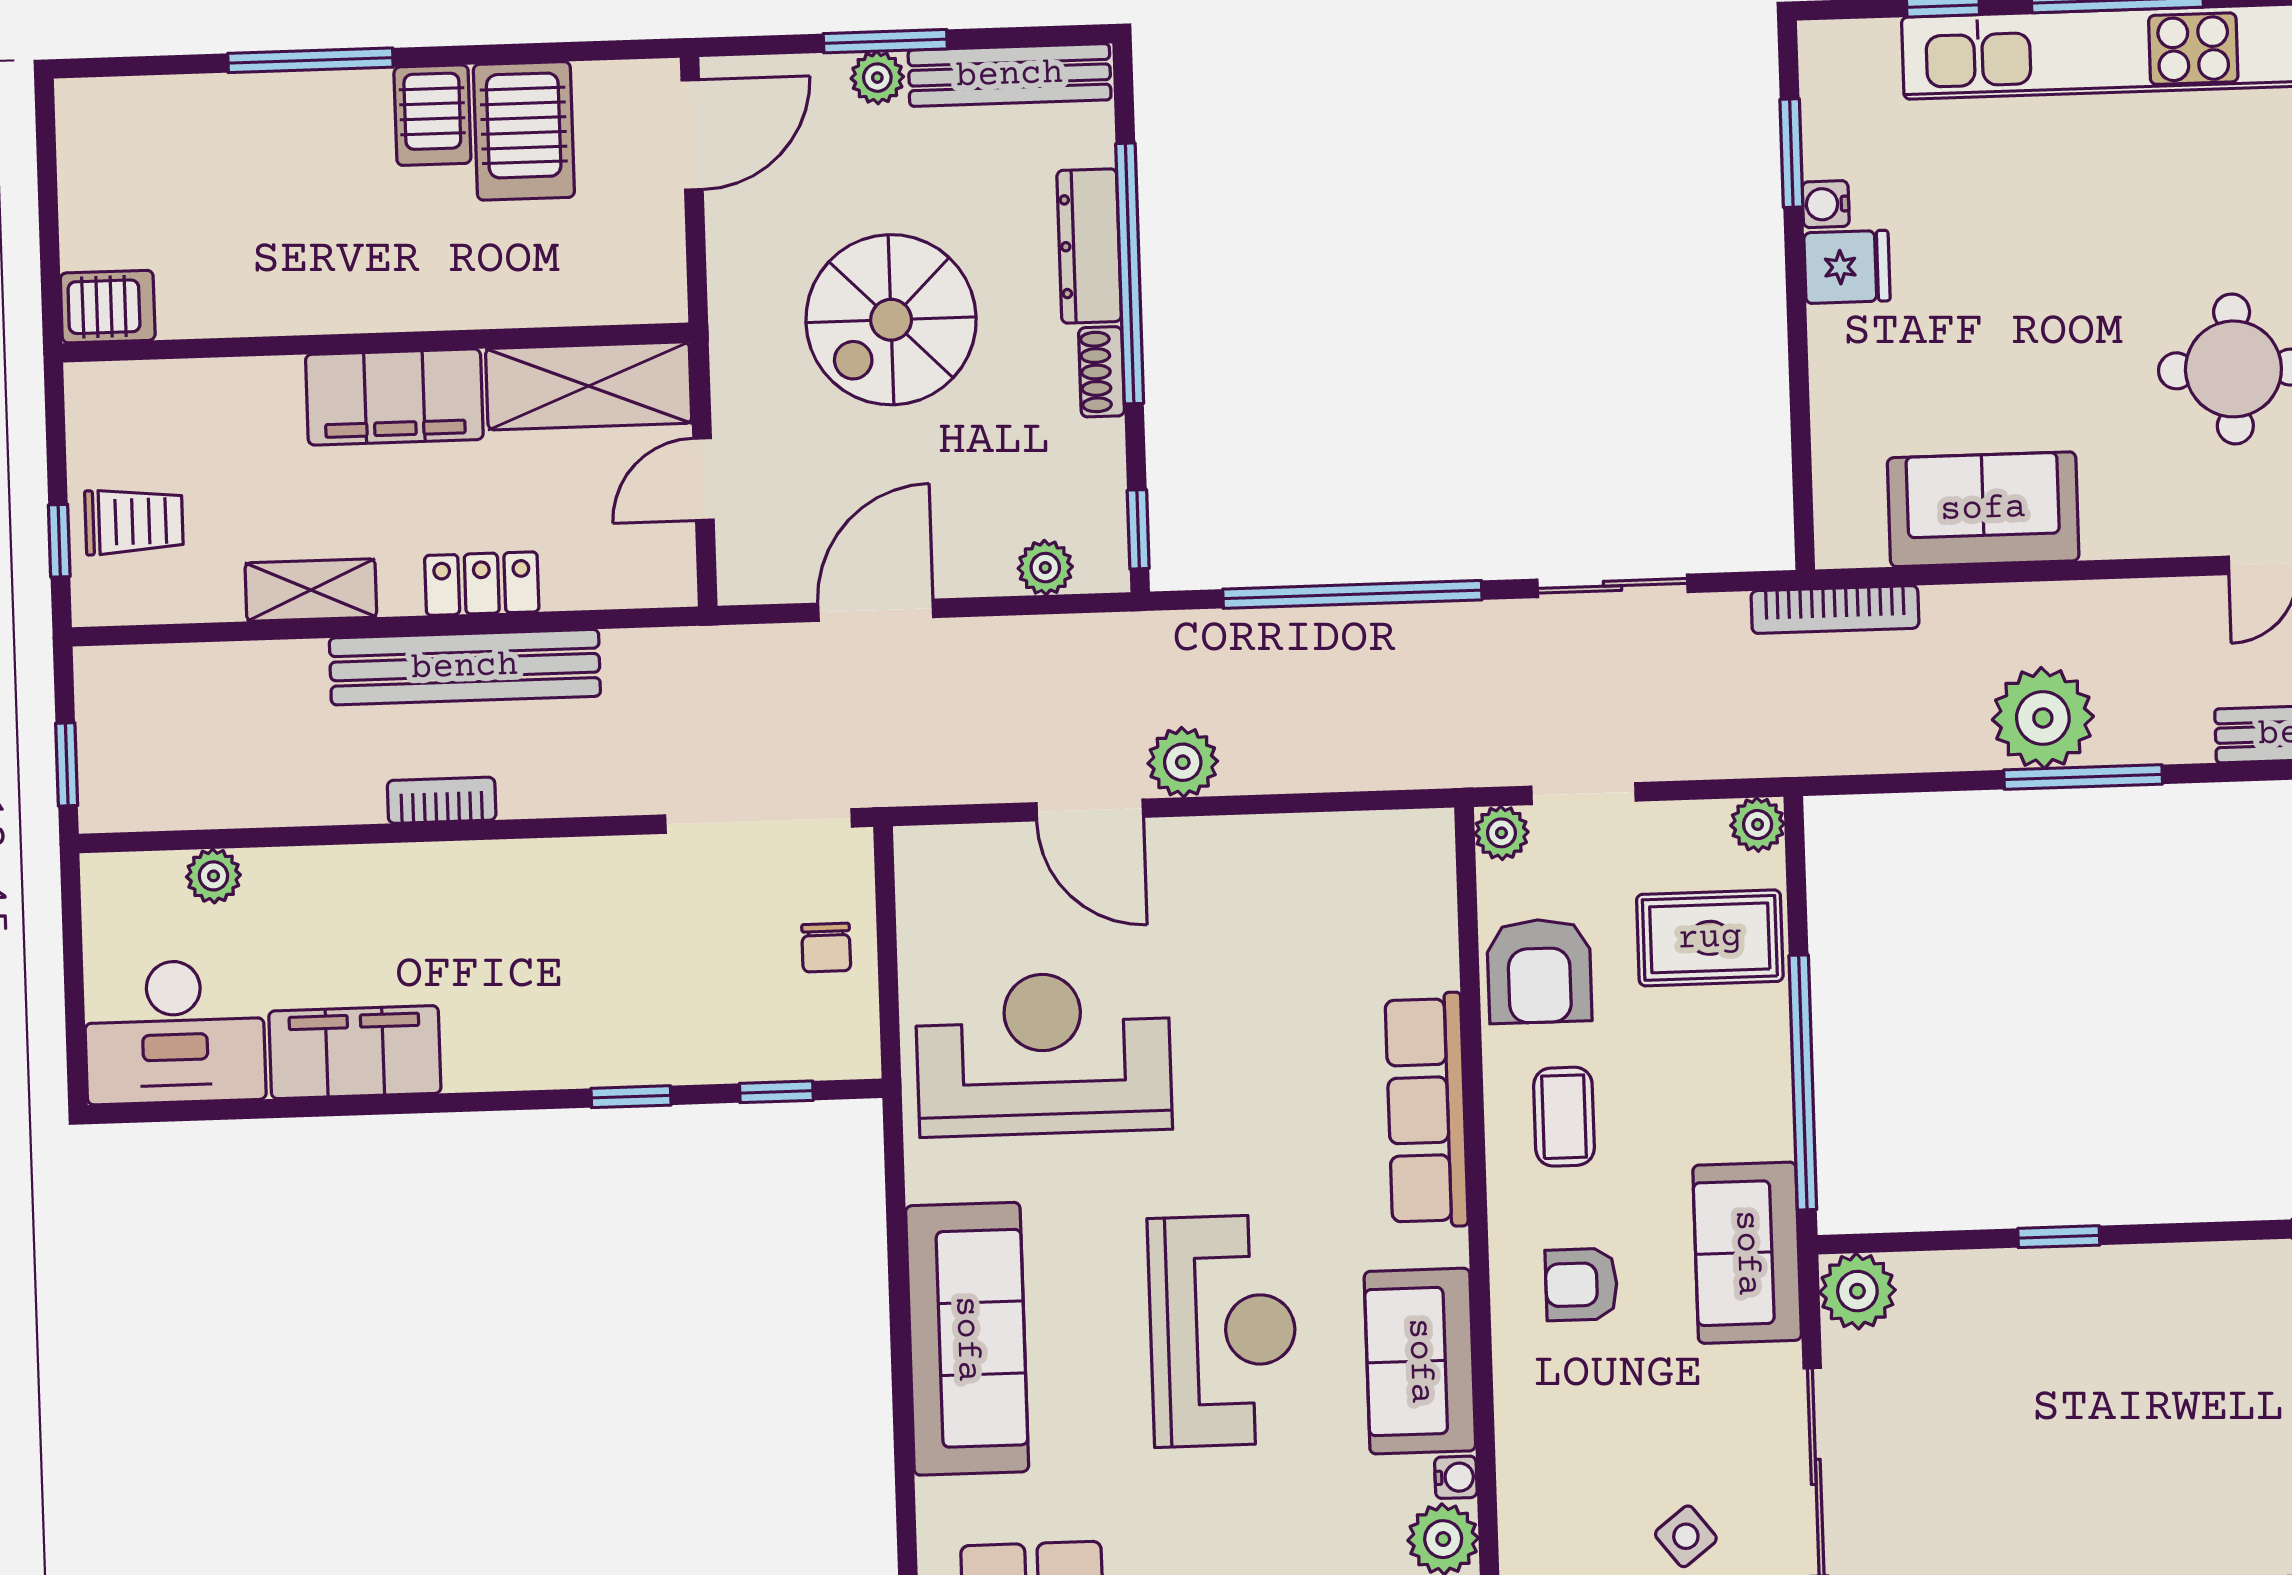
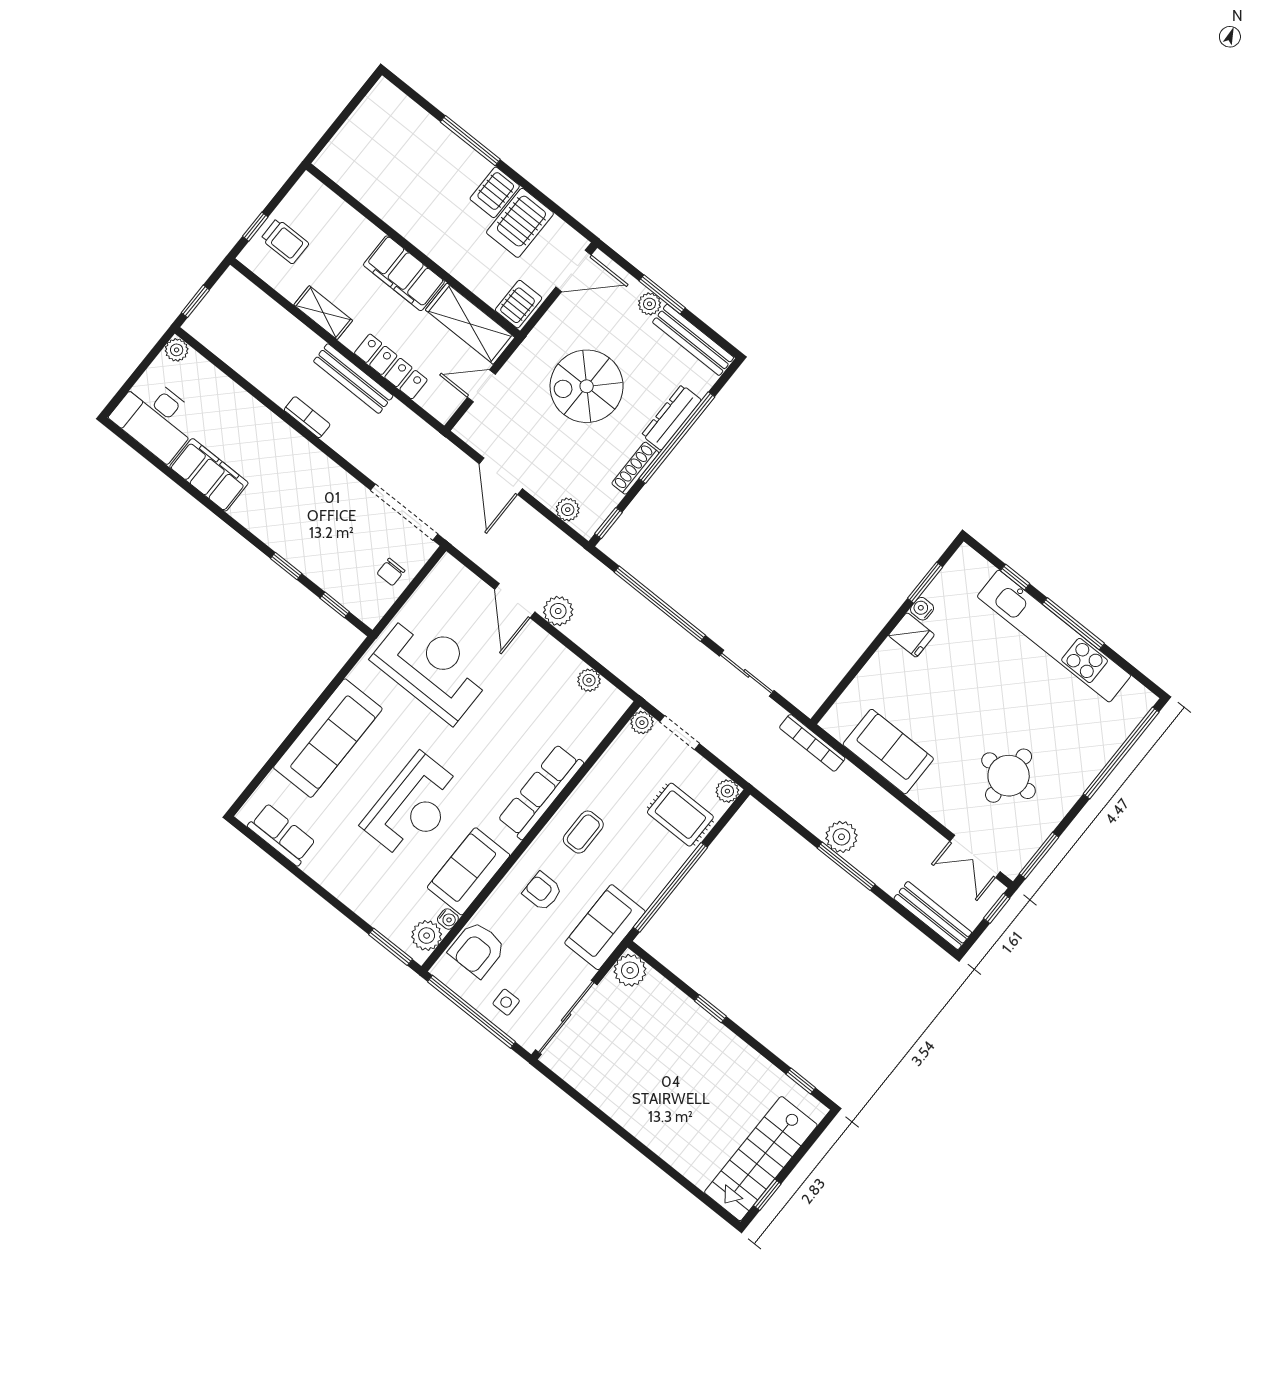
server rack: (108, 307) -> (519, 304), moved, turned -90
shoe rack: (1102, 372) -> (635, 468), width x1.43
locker: (482, 584) -> (391, 366), width x1.53
door: (876, 610) -> (501, 476), swing flipped
bench: (465, 667) -> (353, 379), width x0.73, depth x0.82
plant: (2043, 718) -> (841, 837), width x0.73, depth x0.73
plant: (1343, 838) -> (589, 680), added
plant: (213, 876) -> (177, 350), moved
armchair: (1539, 971) -> (477, 949), moved
side table: (1686, 1536) -> (506, 1002), turned 38

